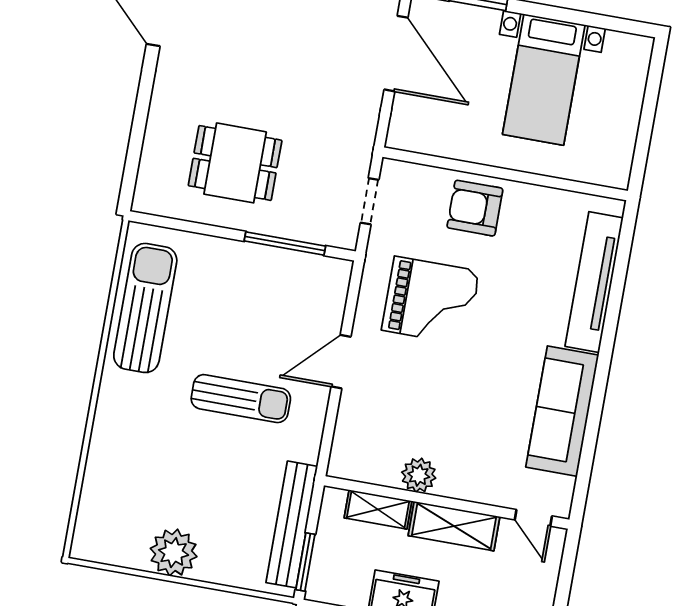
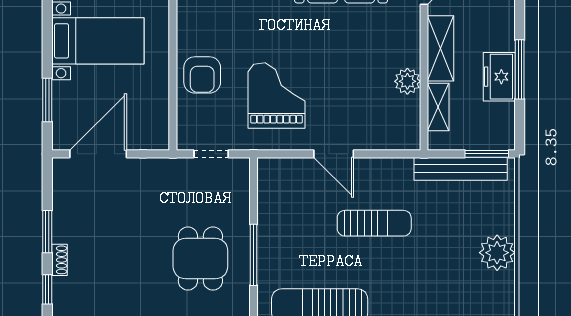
window: (285, 243) -> (253, 255), moved
sun lounger: (241, 399) -> (374, 223), turned 90

